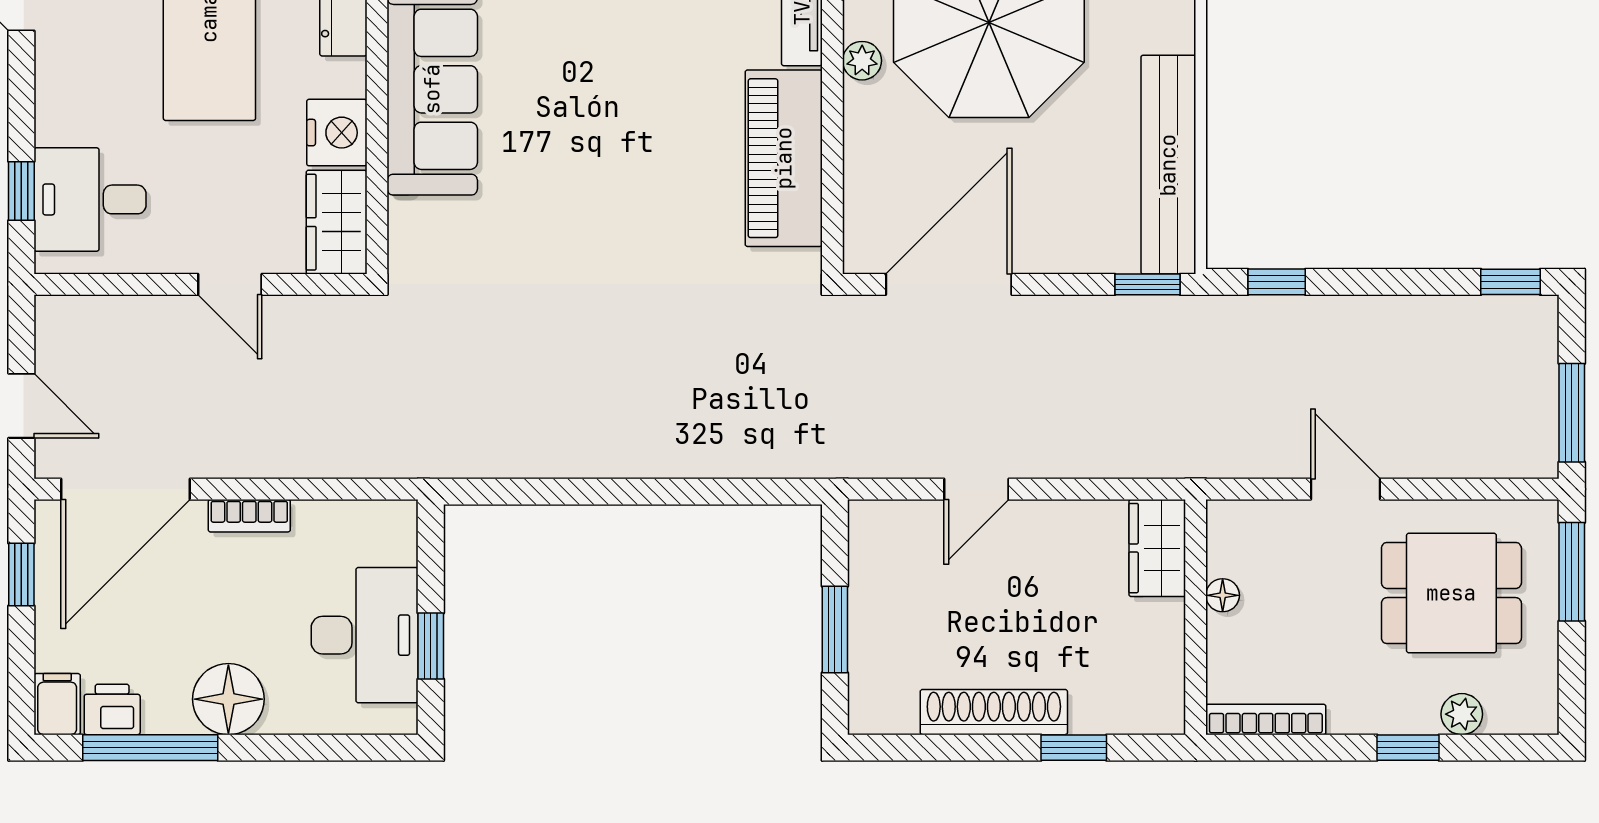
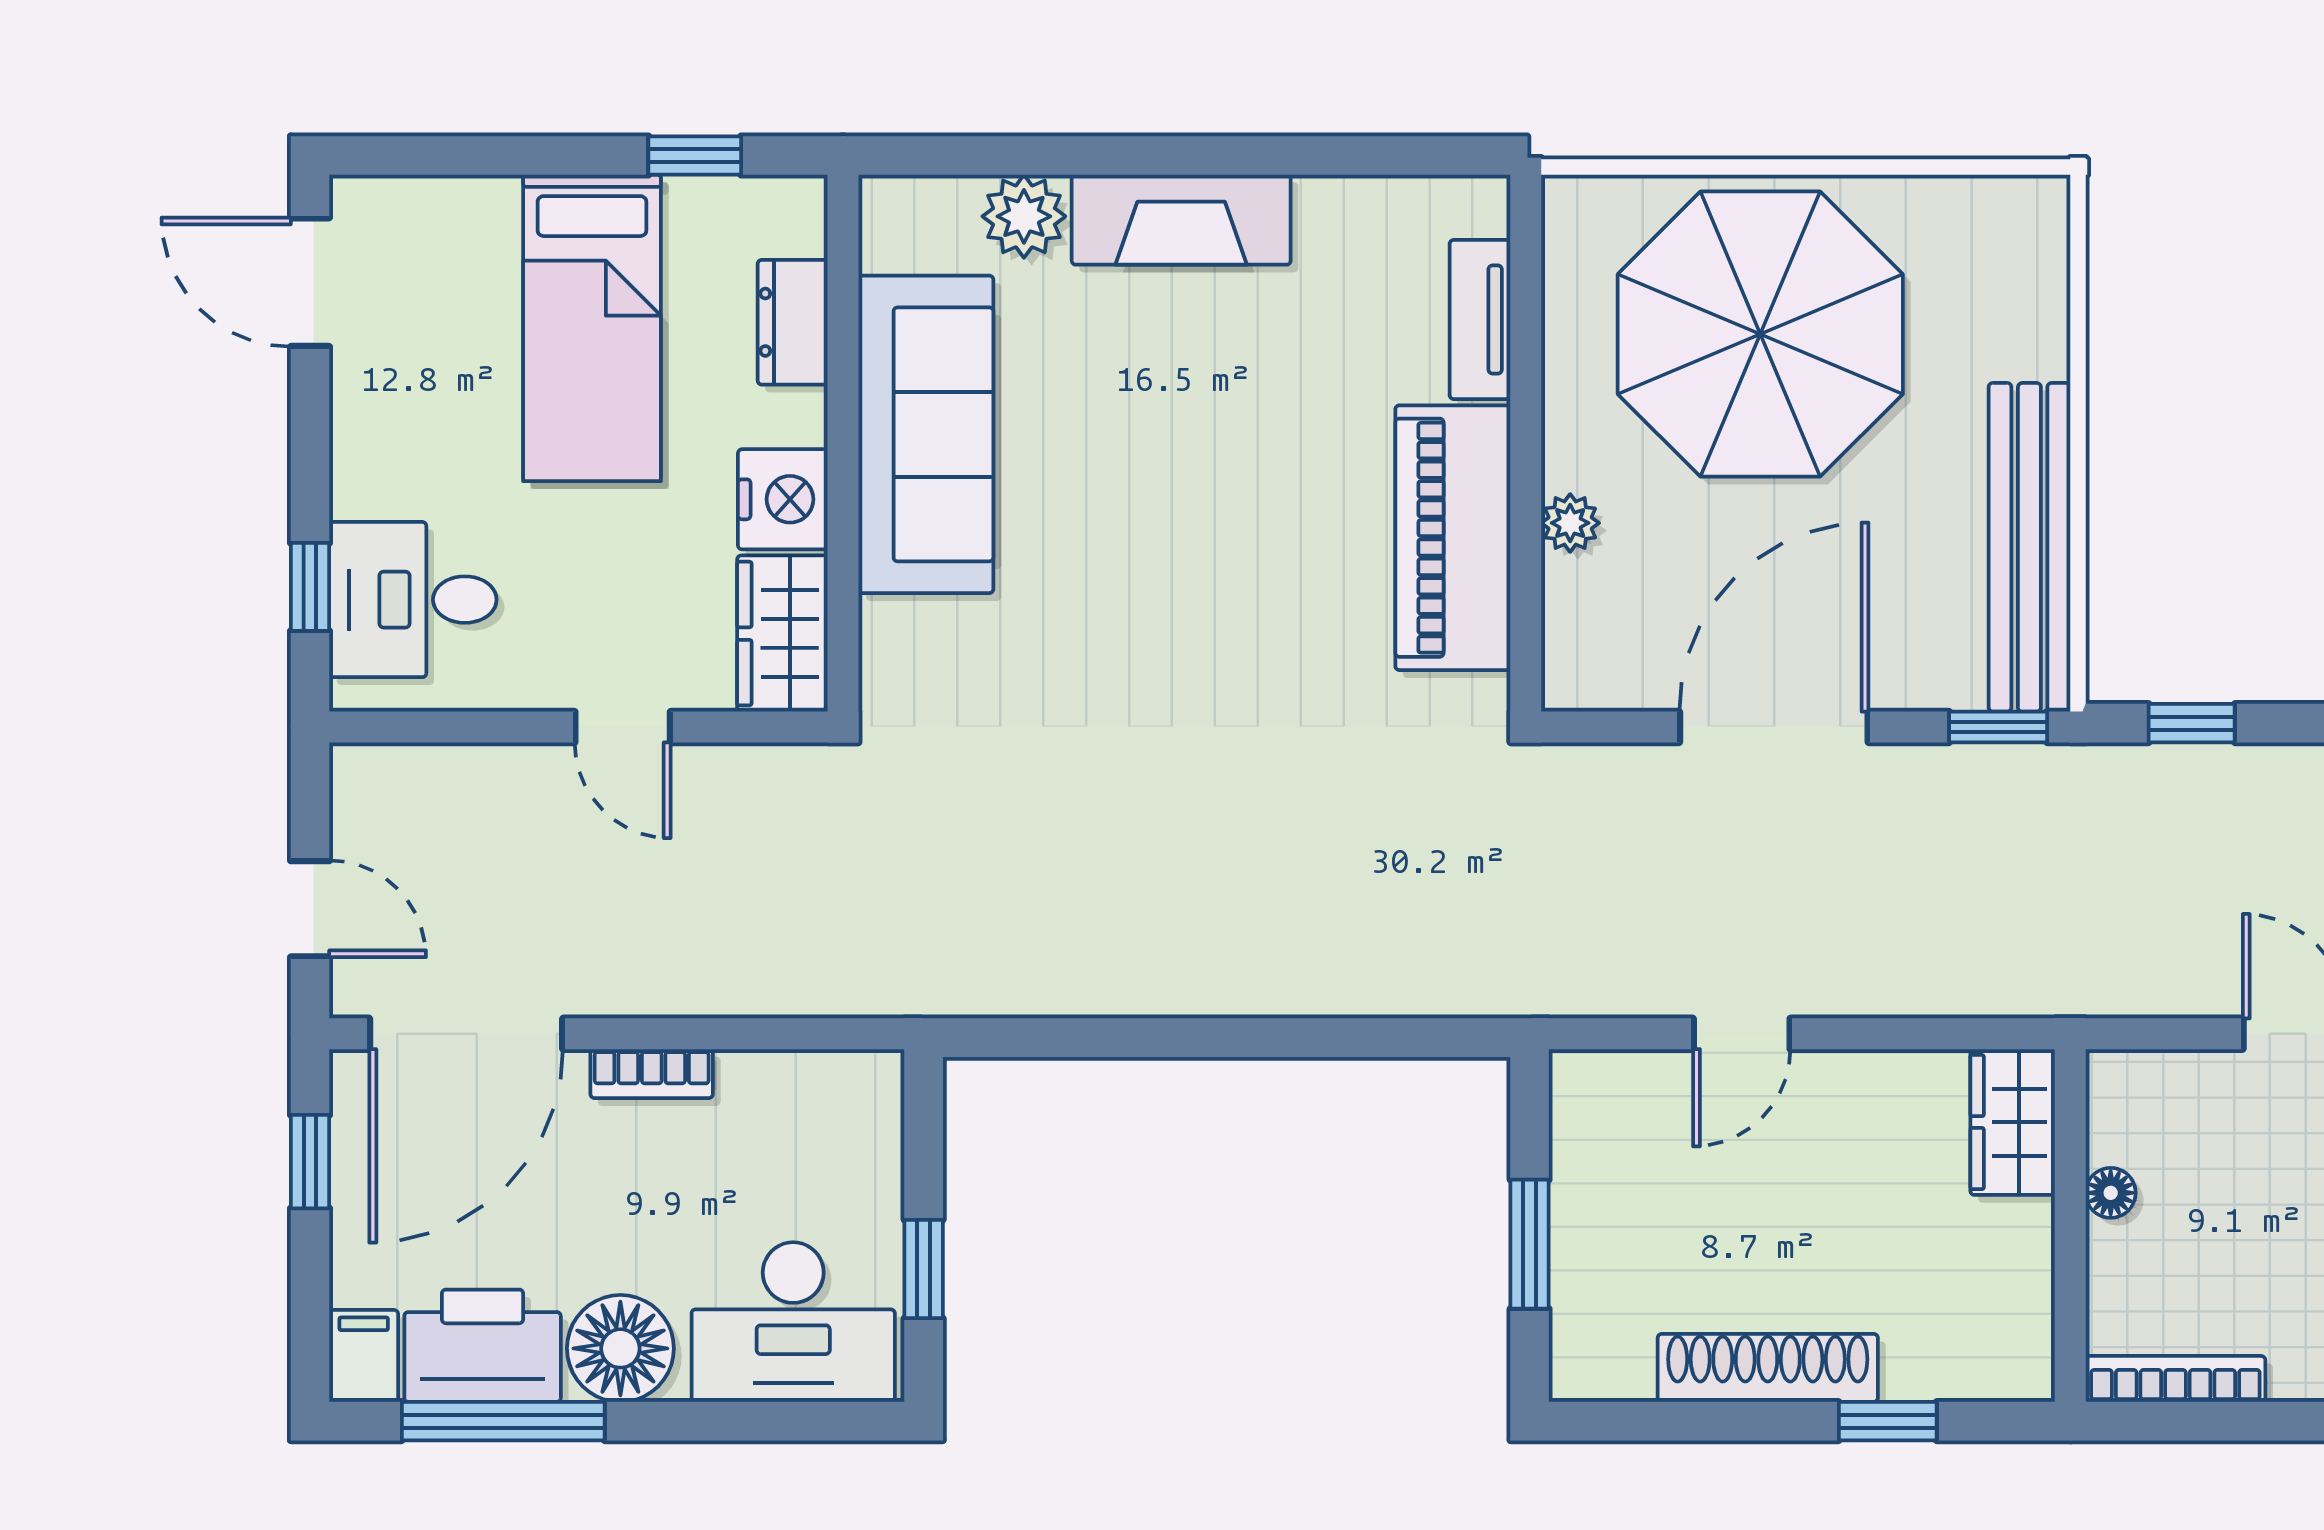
plant: (862, 61) -> (1570, 523), moved
door: (949, 284) -> (1774, 727), moved
desk: (365, 635) -> (793, 1322), moved, turned 90
printer: (112, 709) -> (483, 1346), width x1.87, depth x1.48

